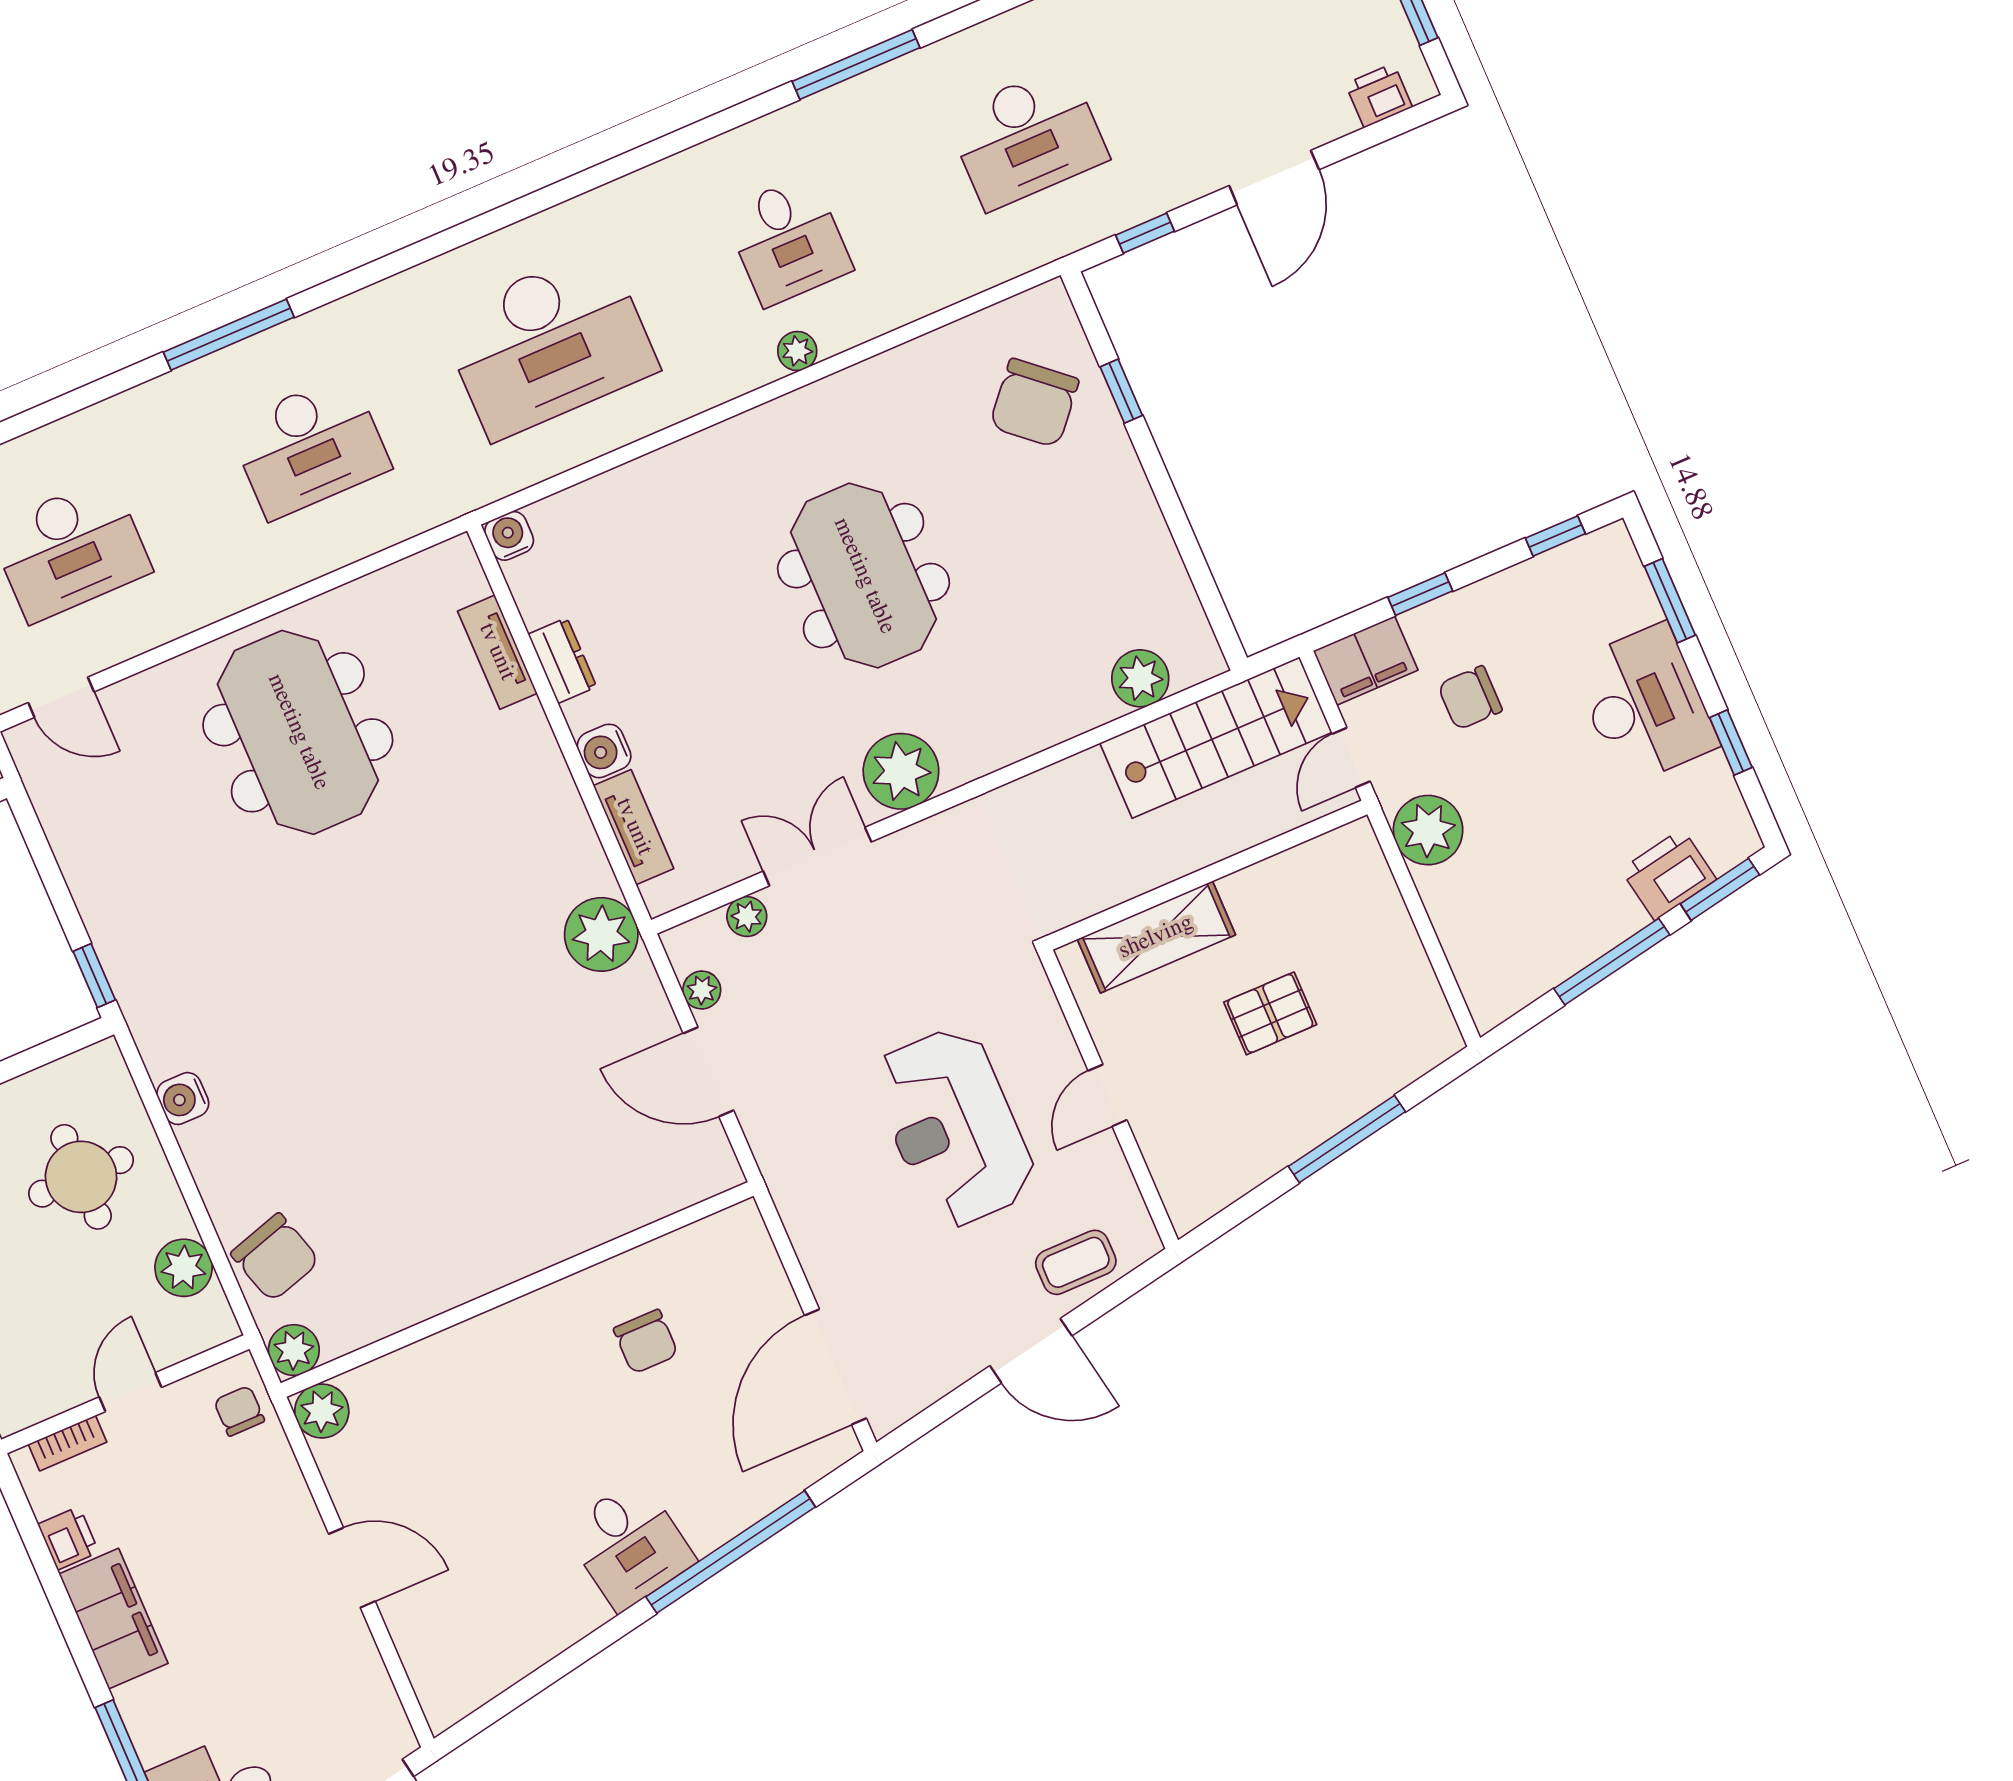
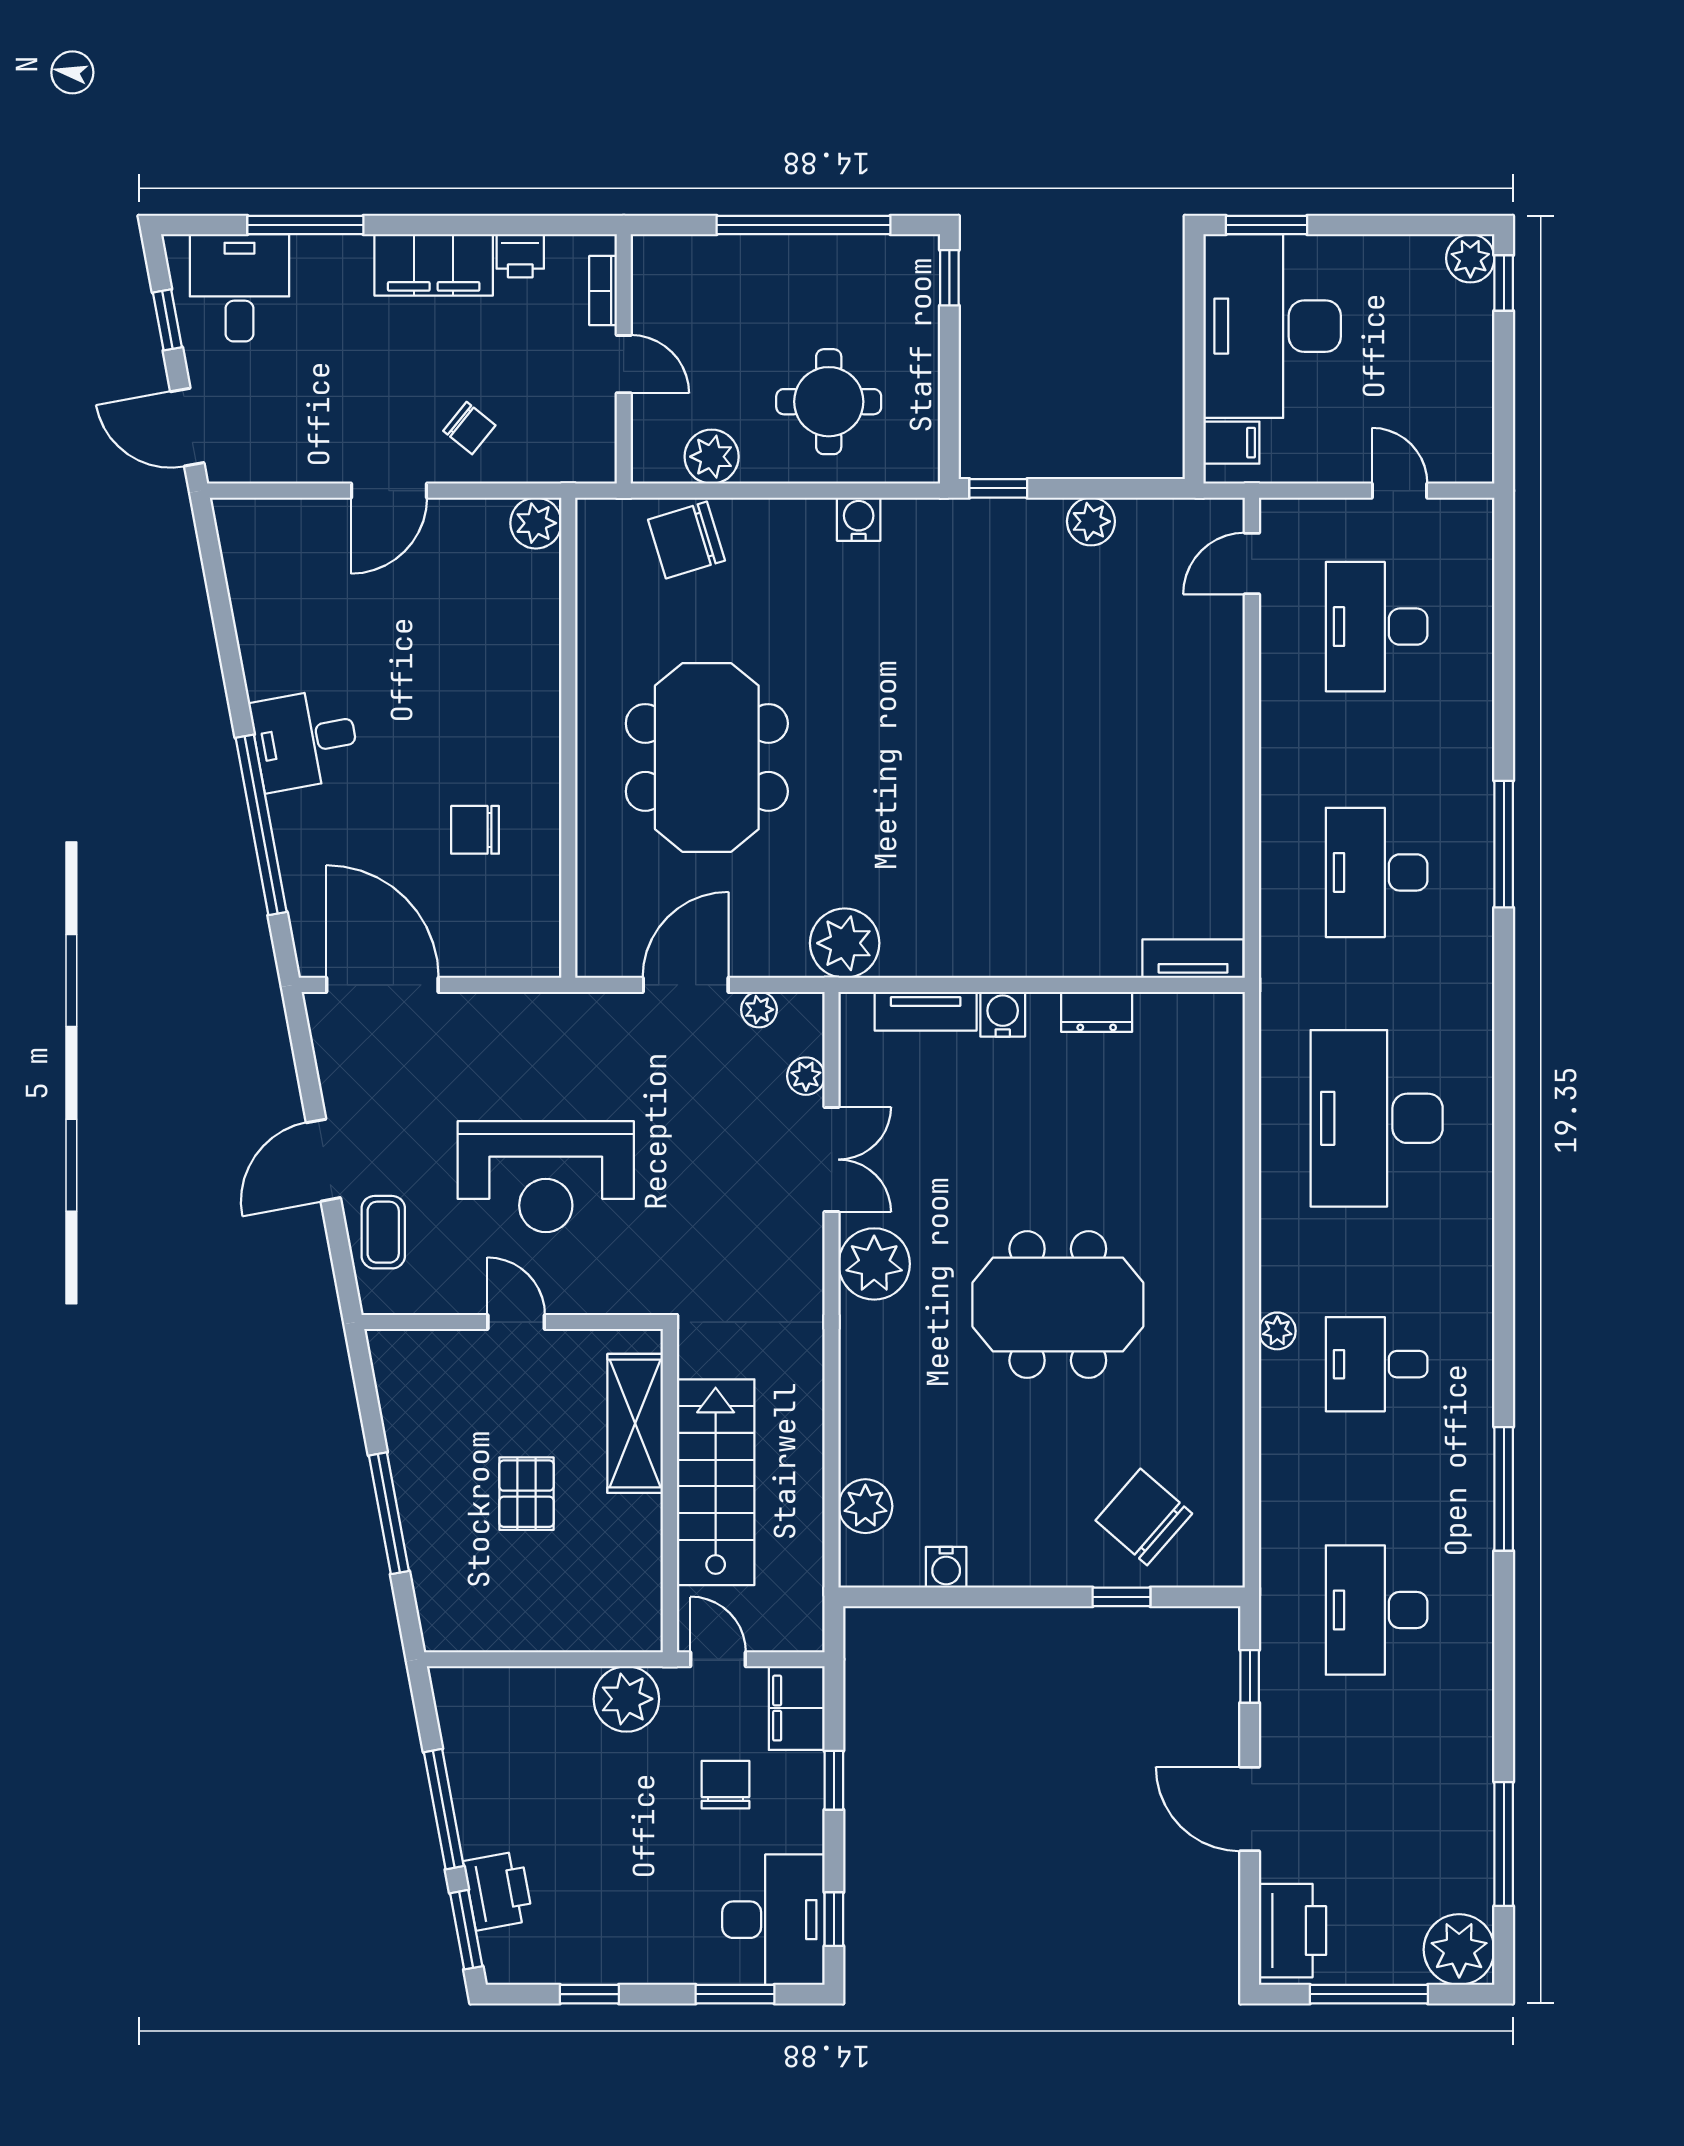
printer: (1379, 96) -> (1292, 1931), width x1.87, depth x1.48
water cooler: (509, 536) -> (946, 1567), moved, turned 90
tv unit: (497, 652) -> (1193, 959), moved
desk: (1645, 704) -> (773, 1920), moved, turned -90
meeting table: (298, 732) -> (707, 757), moved, turned 90
stairs: (1216, 738) -> (716, 1482), moved, turned 180
reception desk: (954, 1127) -> (546, 1177), turned 180
plant: (294, 1350) -> (1091, 521), moved
chair: (239, 1411) -> (469, 428), moved, turned 39

